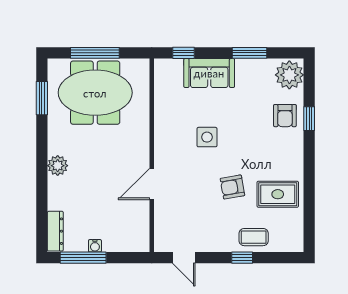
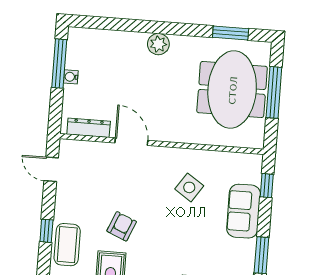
side table: (207, 137) -> (189, 187), moved, turned 34
armchair: (232, 187) -> (122, 226), turned 33
dresser: (55, 231) -> (89, 128), moved, turned 180
coffee table: (254, 237) -> (67, 245), width x1.36, depth x1.30
door: (184, 258) -> (51, 169), hinge flipped

